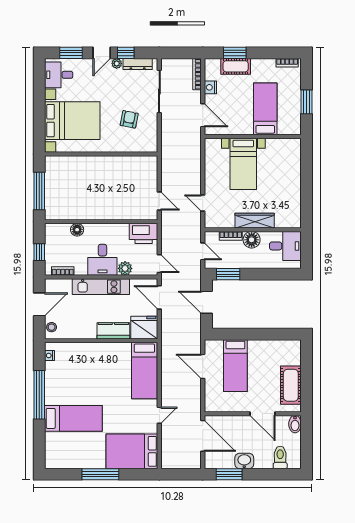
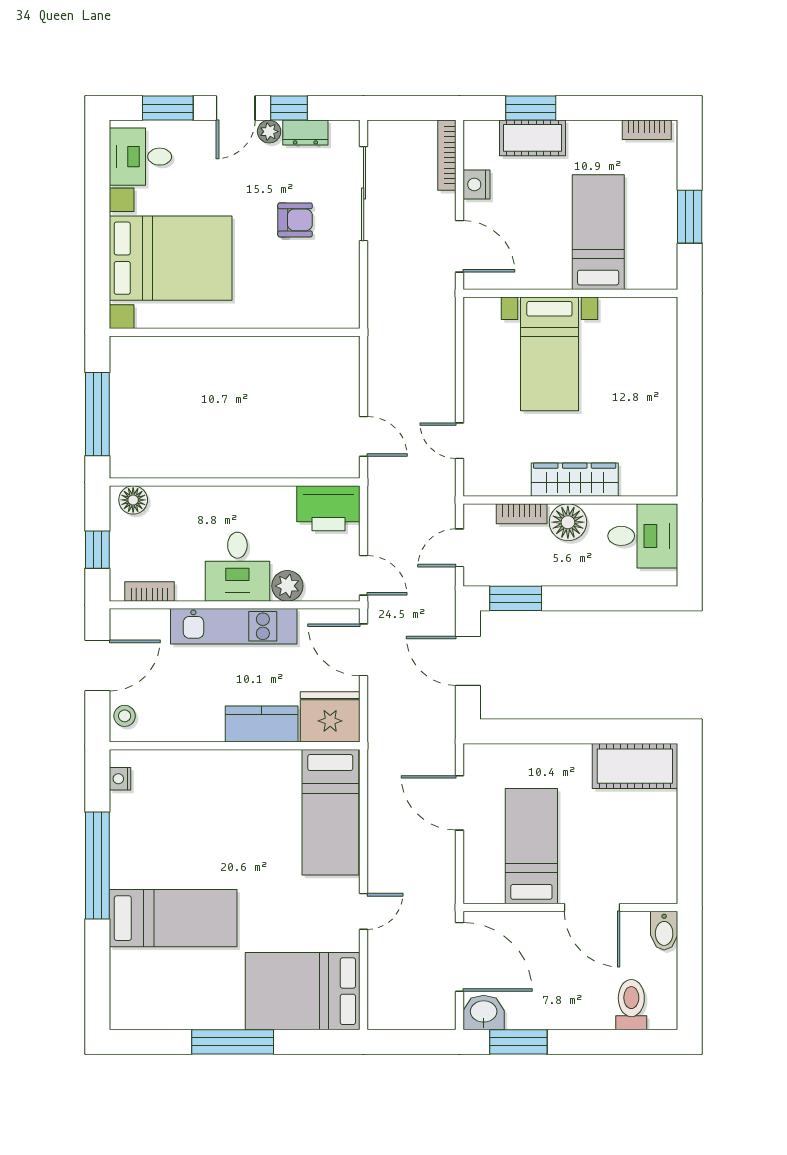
dresser: (138, 64) -> (305, 133), width x0.70
armchair: (129, 119) -> (295, 220), moved, turned 79
floor lamp: (77, 230) -> (133, 500), moved
door: (203, 251) -> (459, 548), swing flipped
bed: (235, 366) -> (531, 846), moved, turned 180
cot: (291, 385) -> (635, 766), moved, turned 90
washbasin: (244, 461) -> (484, 1012), moved

